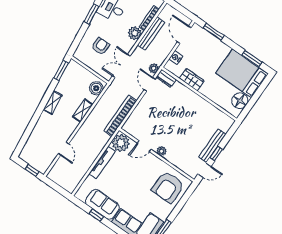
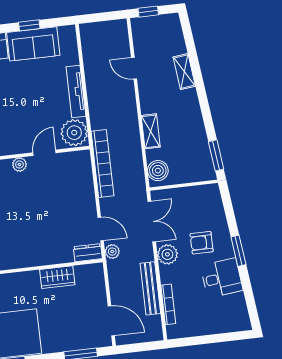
plant: (135, 33) -> (167, 254), moved
armchair: (100, 46) -> (202, 243), moved, turned 90
nightstand: (176, 58) -> (98, 286), removed
shelving: (53, 103) -> (184, 72), moved

